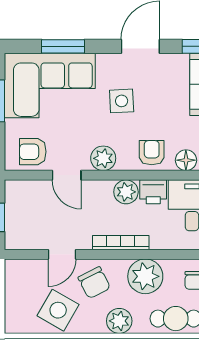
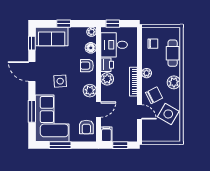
filing cabinet: (19, 190) -> (106, 134), added
plant: (145, 276) -> (147, 73), width x0.53, depth x0.53

